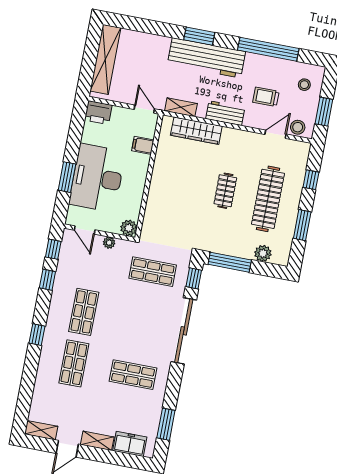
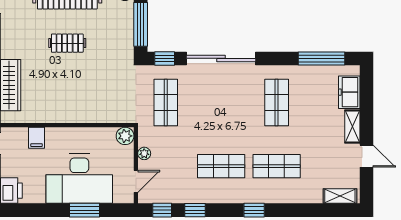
window: (166, 424) -> (322, 58), width x1.44
shelving: (41, 430) -> (340, 196), moved, turned 90

